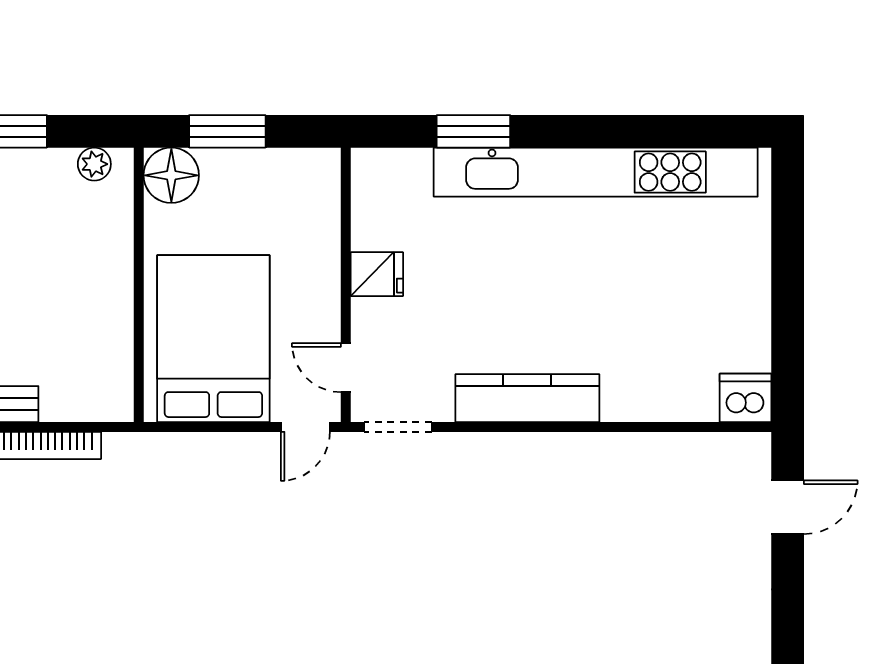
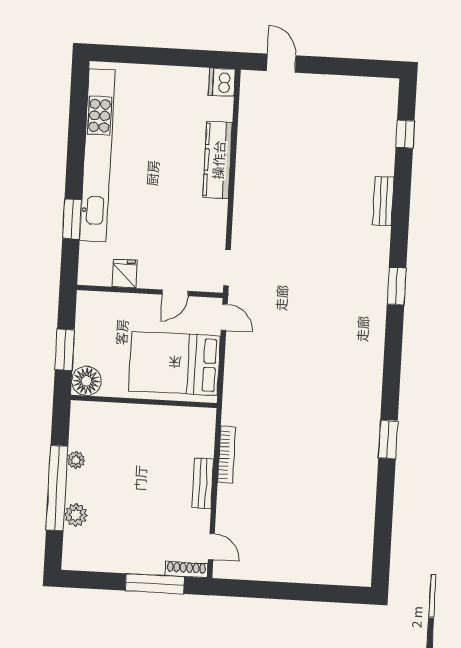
plant: (94, 164) -> (76, 460), moved
fridge: (377, 274) -> (125, 273), moved
door: (346, 368) -> (175, 293), moved
kitchen counter: (527, 398) -> (218, 160), moved

